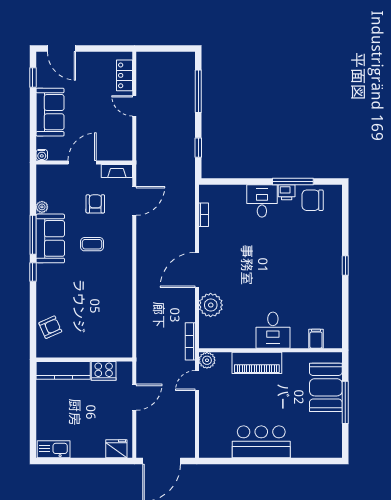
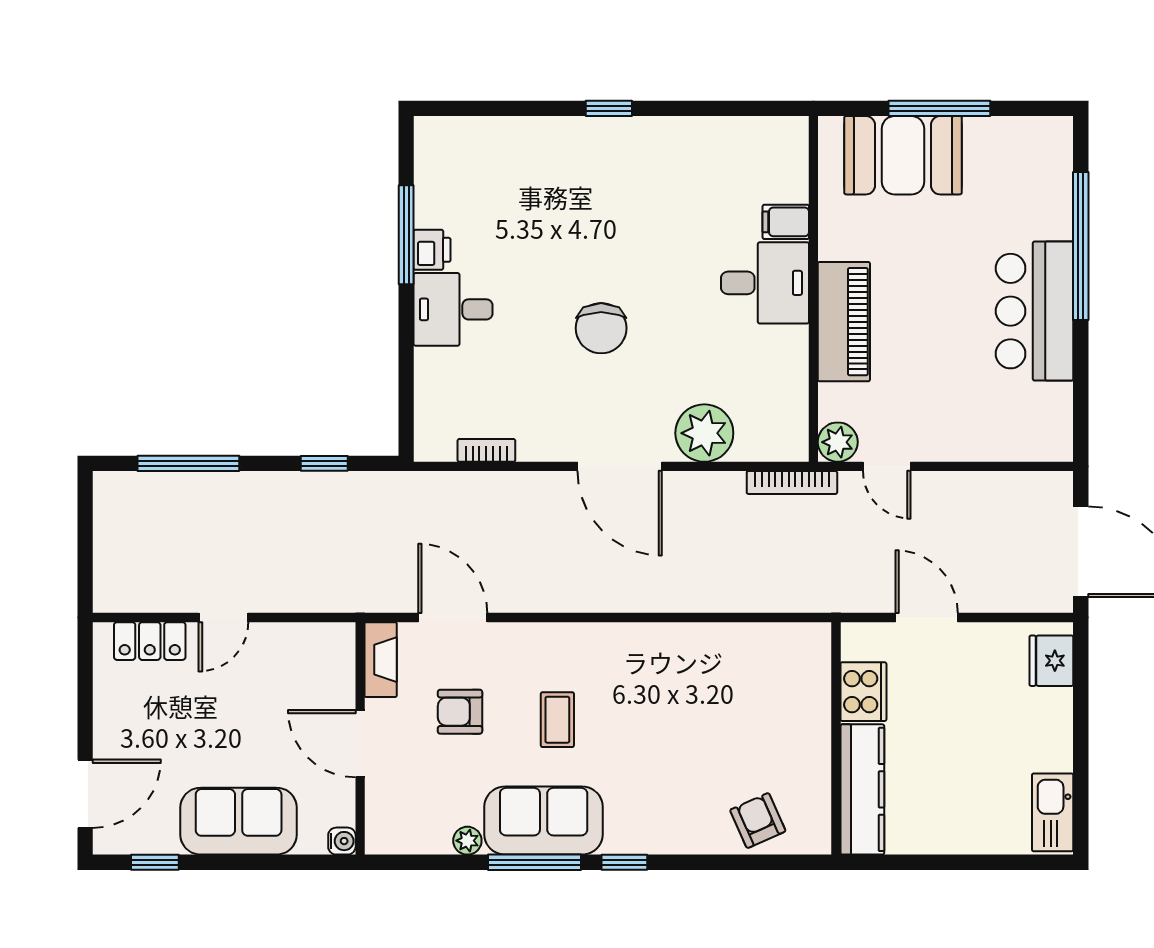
chair: (313, 200) -> (601, 328), moved
filing cabinet: (316, 339) -> (786, 222), moved
window: (288, 461) -> (1081, 246), added

